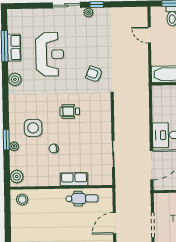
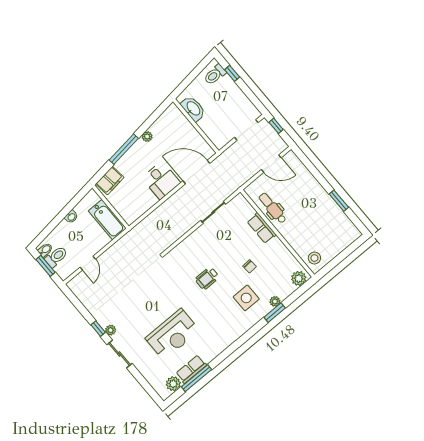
reception desk: (50, 54) -> (172, 334), turned 180
armchair: (94, 74) -> (159, 283), removed
plant: (15, 79) -> (173, 384), moved
wheelchair: (70, 111) -> (207, 278), turned 90

